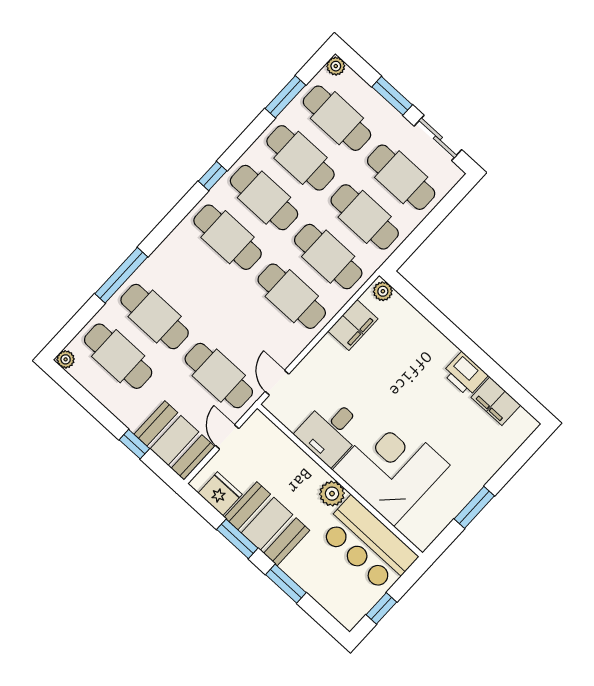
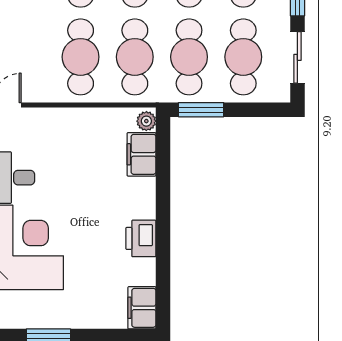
window: (411, 244) -> (201, 110), added
filing cabinet: (353, 325) -> (142, 154), moved, turned 90
filing cabinet: (496, 401) -> (142, 308), moved

